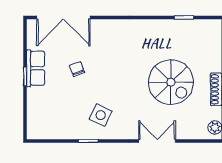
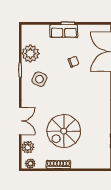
row of seats: (36, 68) -> (64, 31), moved
plant: (66, 127) -> (30, 54), added
plant: (193, 131) -> (28, 147), added

